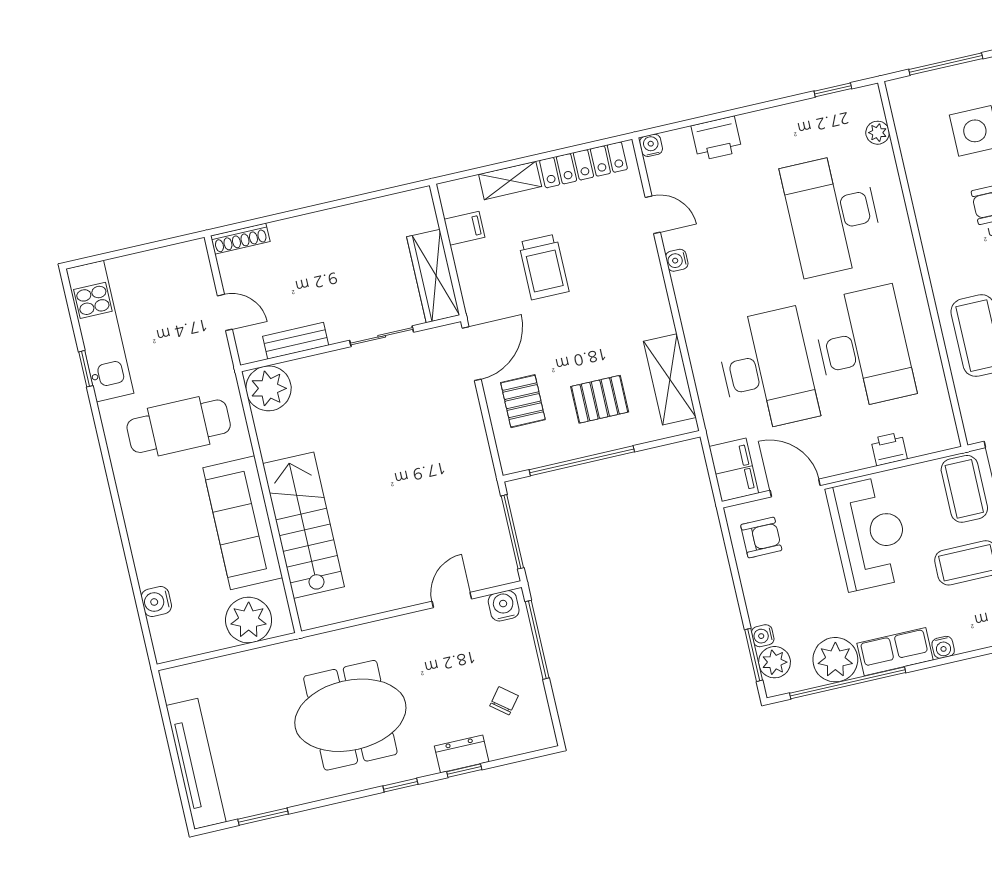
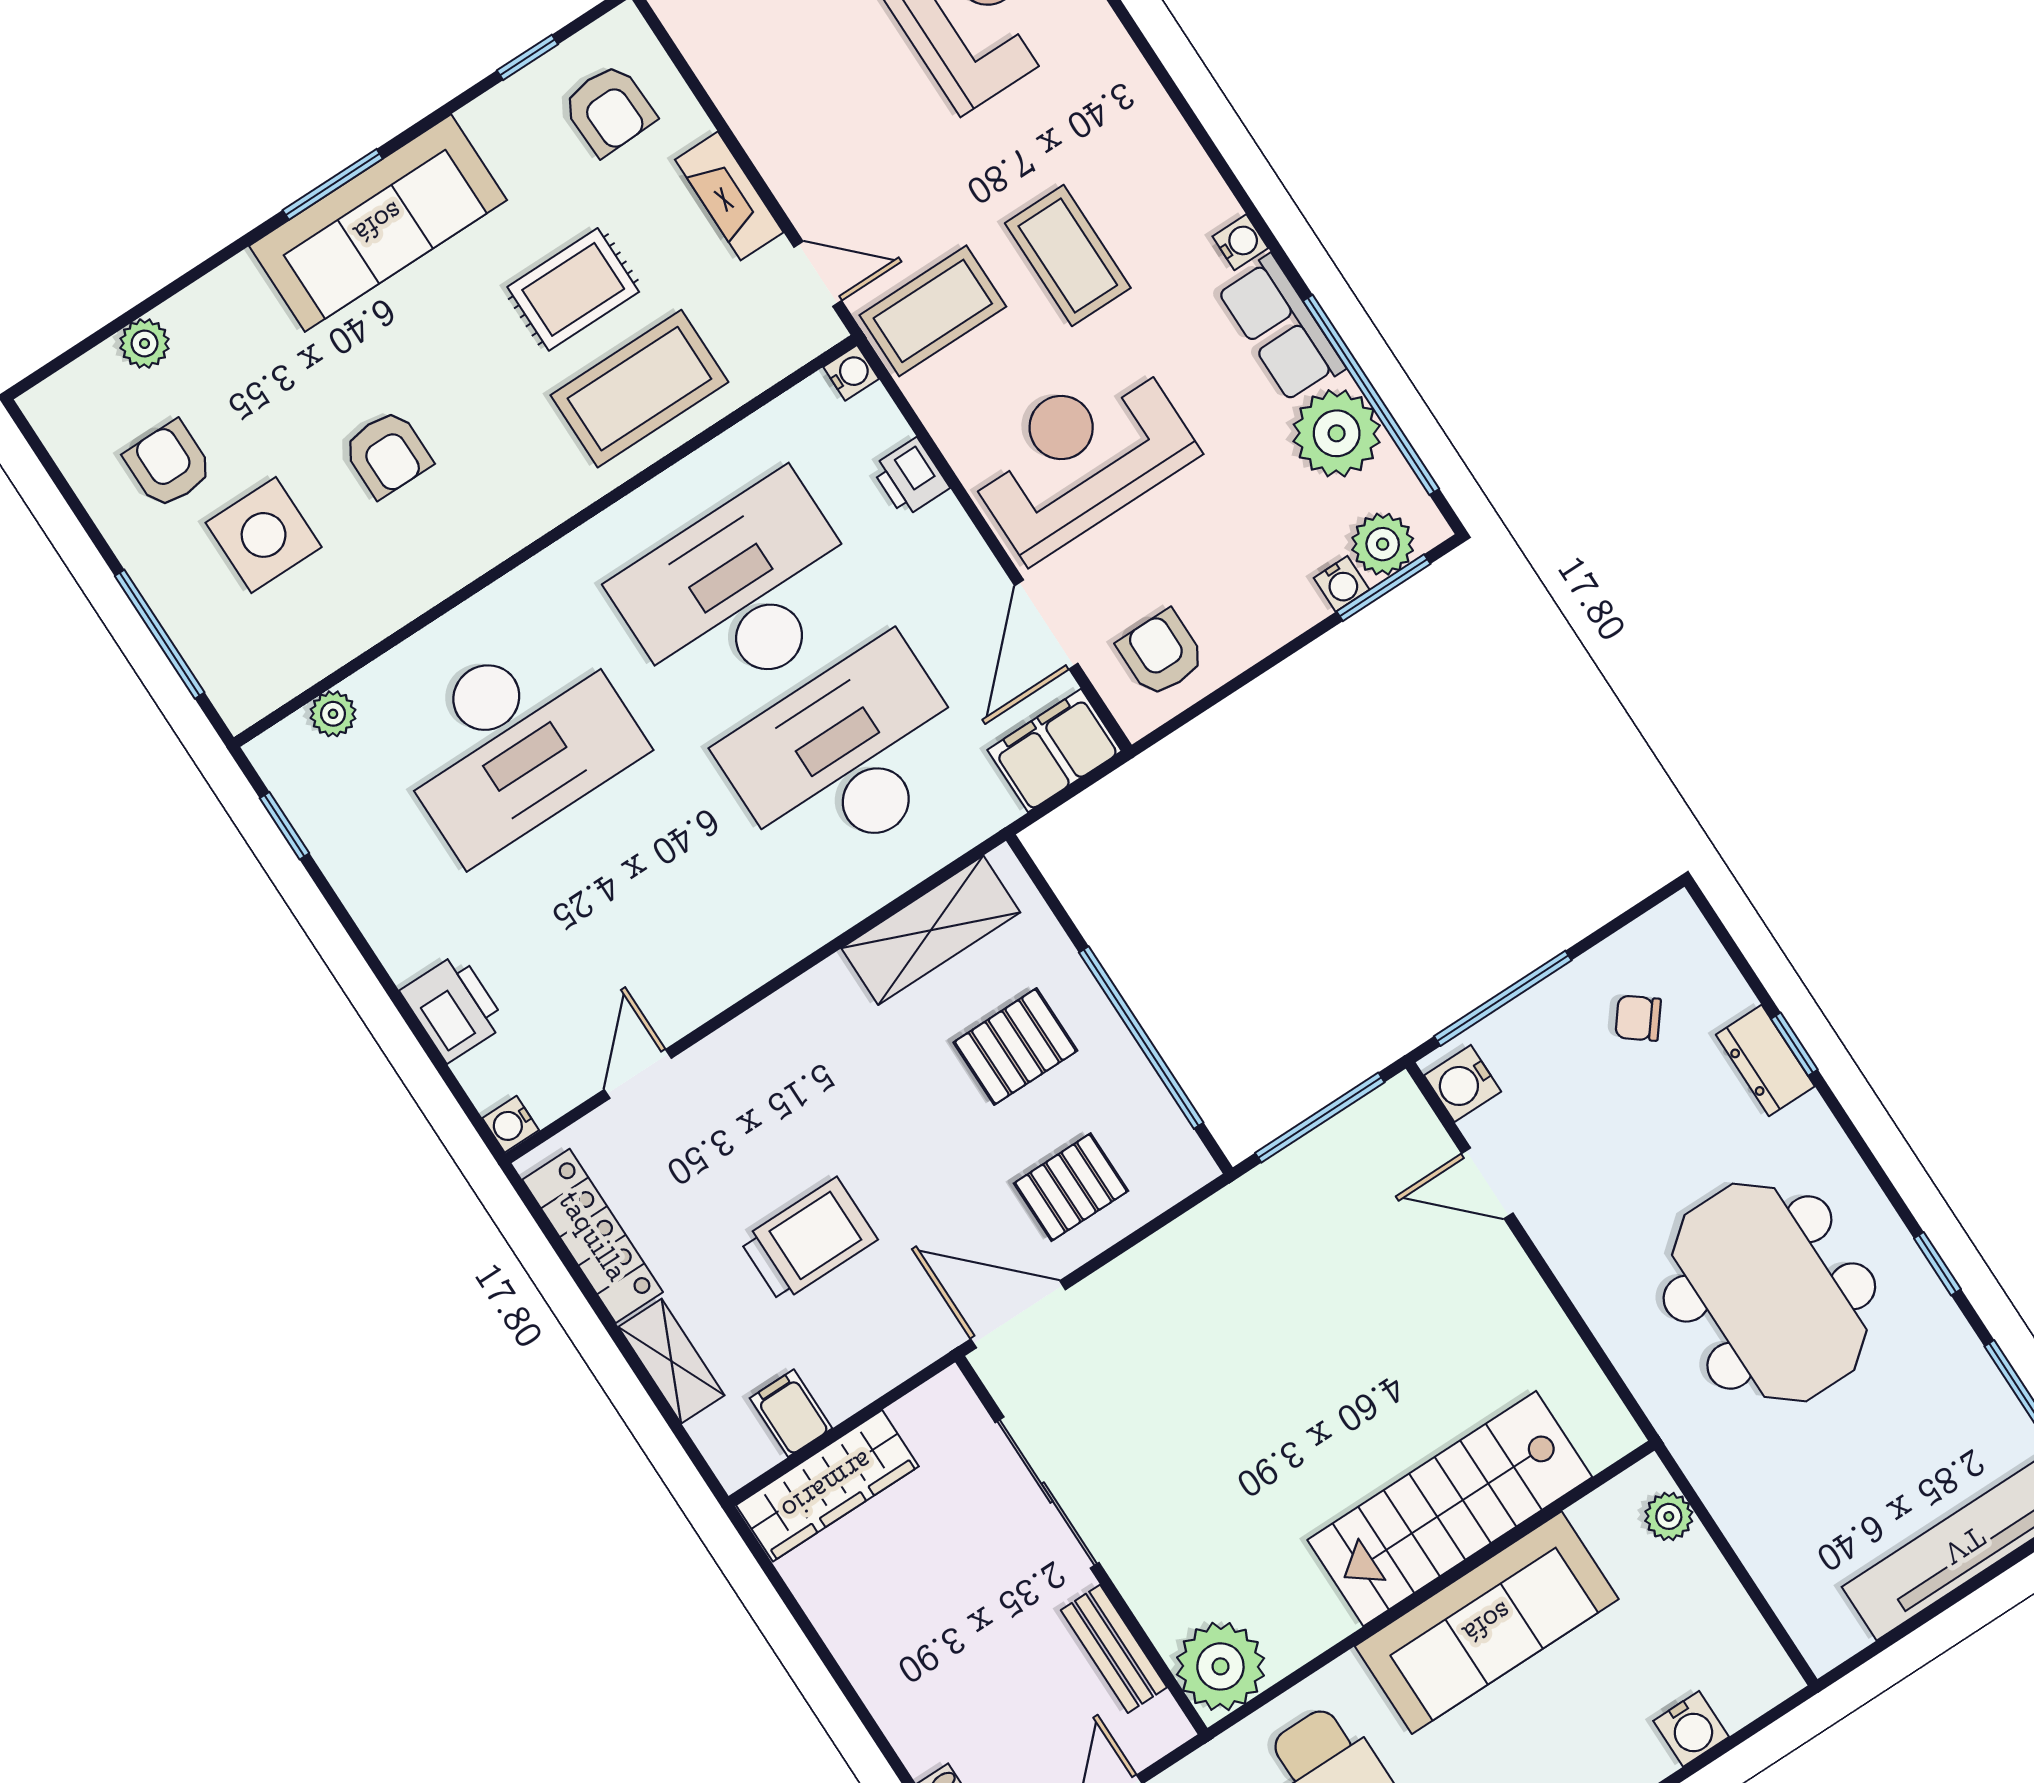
water cooler: (677, 260) -> (851, 373), moved, turned -90
wardrobe: (433, 276) -> (827, 1486), moved
sliding door: (382, 336) -> (1047, 1493), width x1.37
pallet: (600, 399) -> (1015, 1047), turned 90
plant: (249, 620) -> (1669, 1516), width x0.53, depth x0.53
window: (400, 785) -> (1937, 1264), moved

